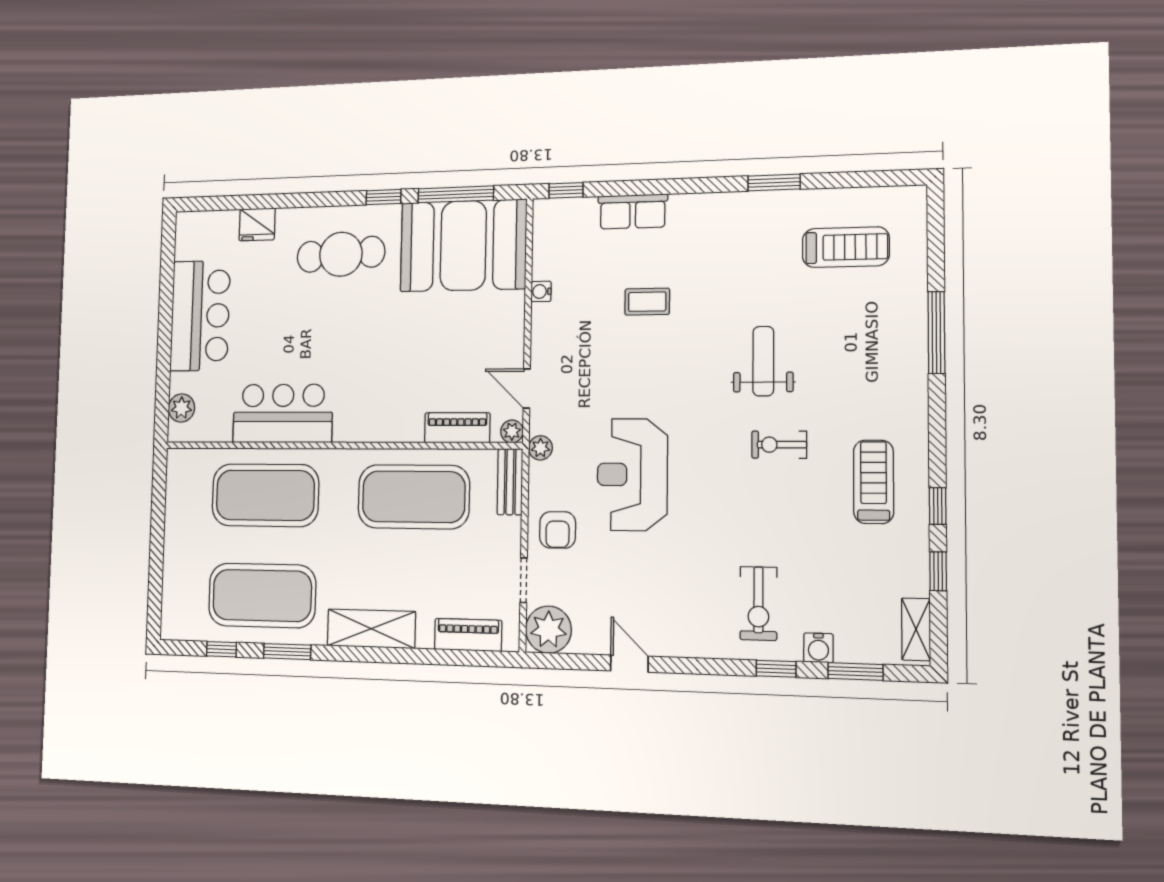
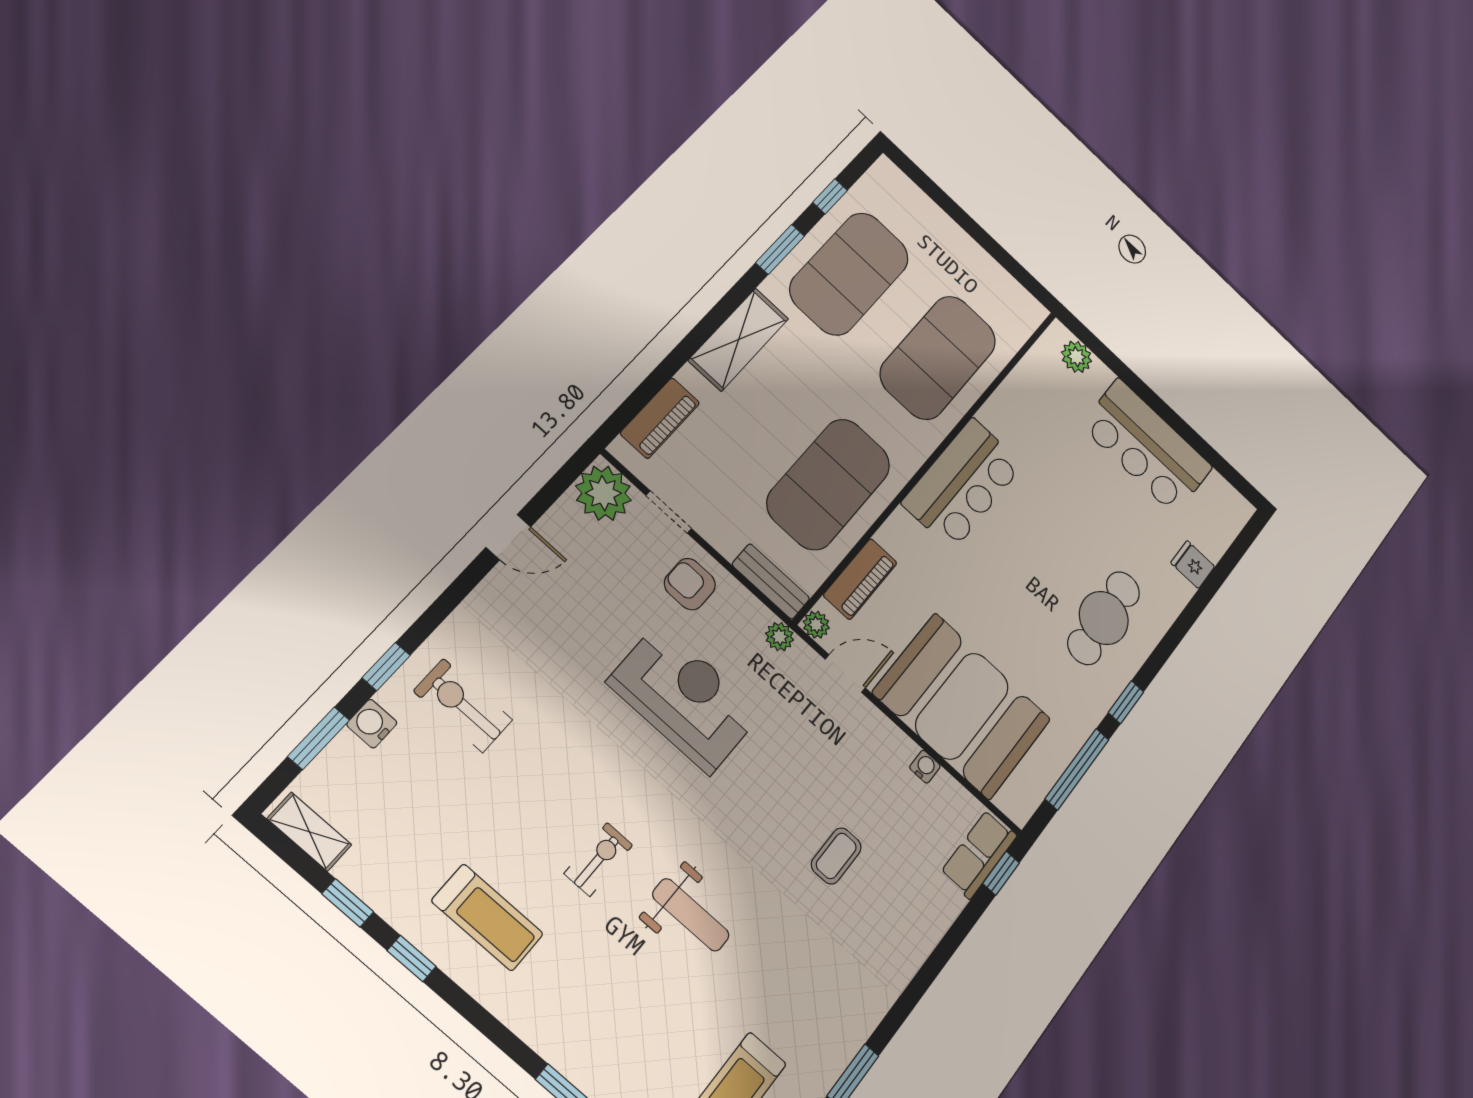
row of seats: (633, 211) -> (979, 854), moved
fridge: (257, 224) -> (1193, 565), width x0.72
booth: (463, 246) -> (962, 706), moved, turned 90
bar counter: (283, 413) -> (963, 484), moved

